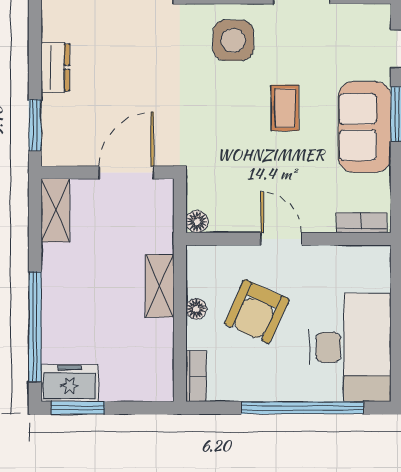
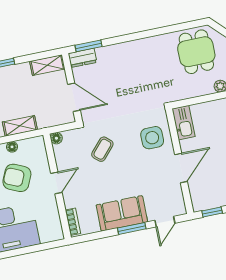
dresser: (55, 67) -> (82, 58), moved
coffee table: (285, 108) -> (102, 149), moved, turned -48

